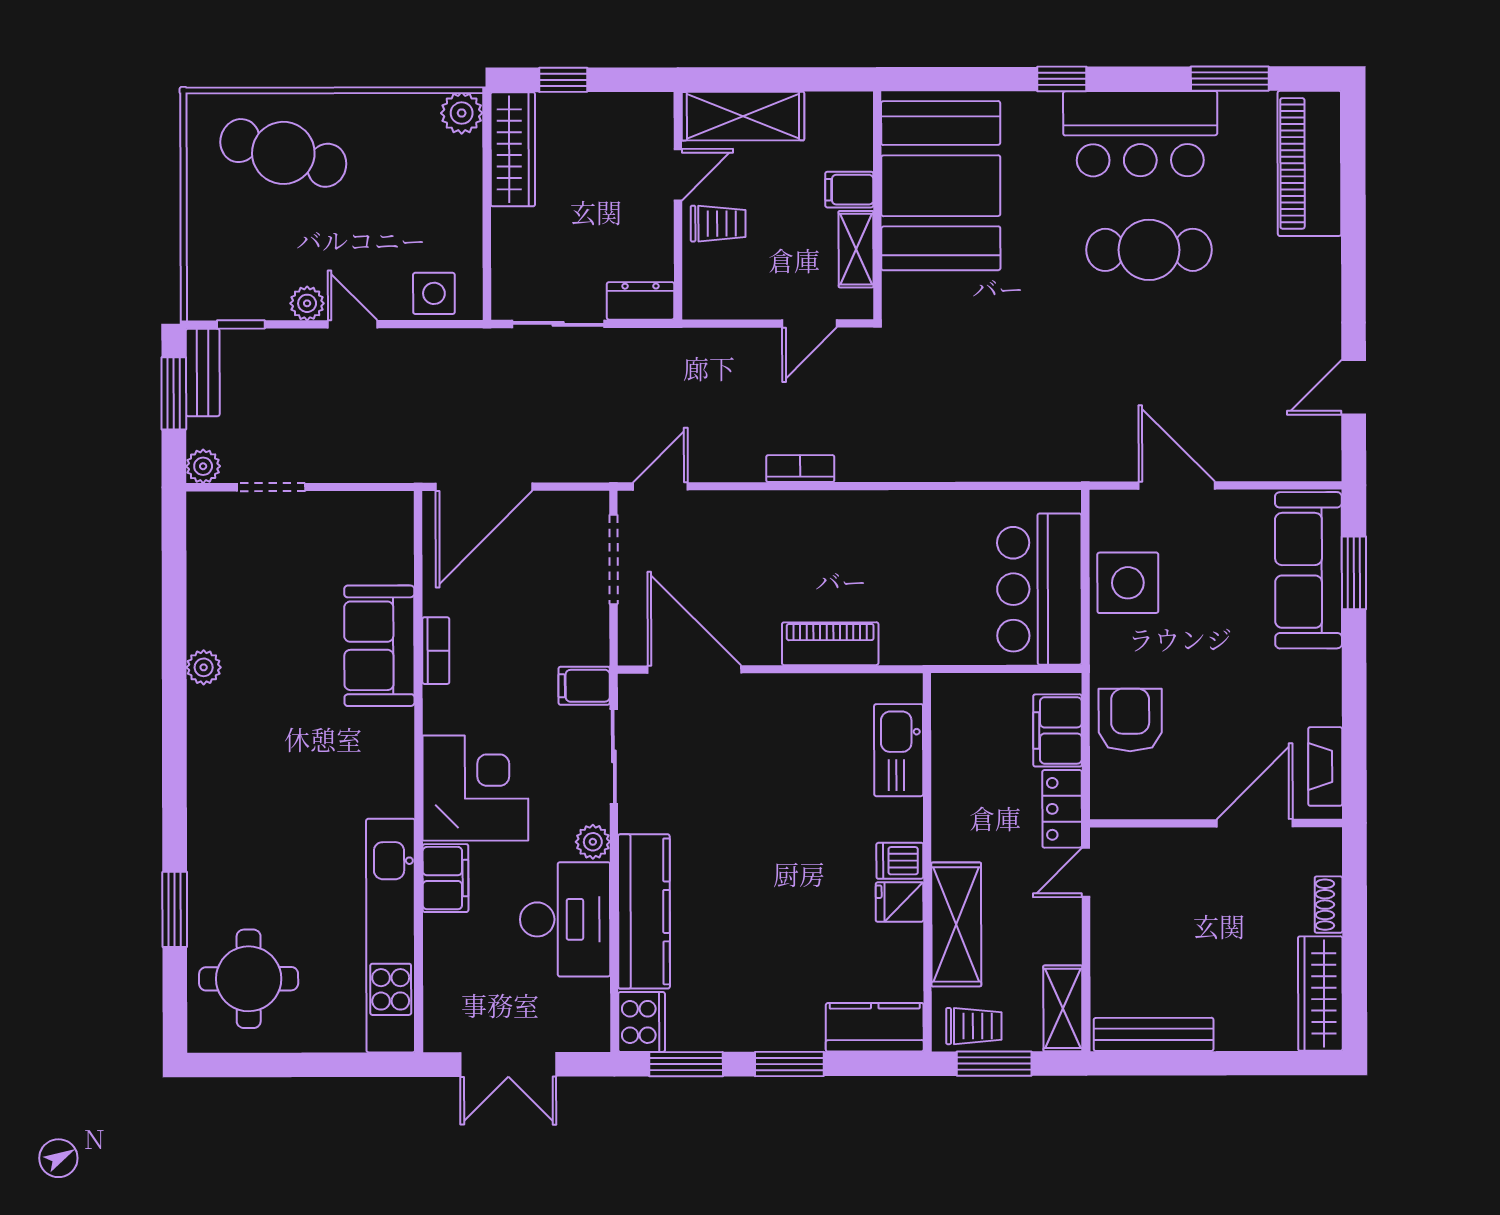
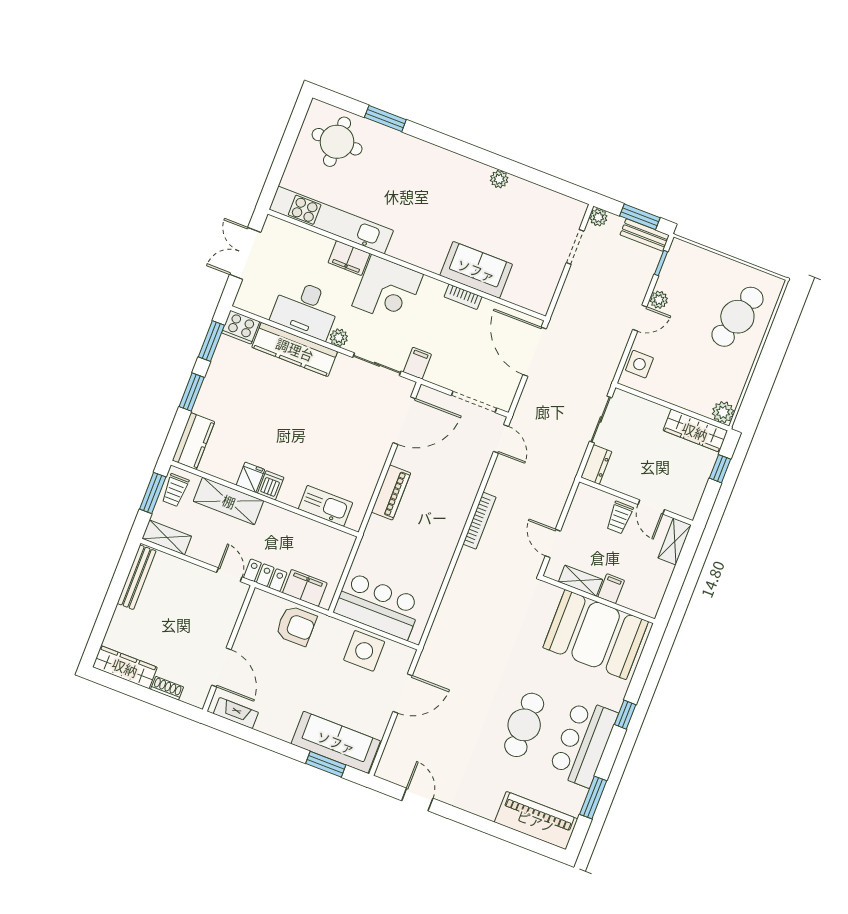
shelving: (743, 116) -> (675, 541), width x0.67, depth x0.75
bookcase: (800, 469) -> (479, 521), width x1.56

